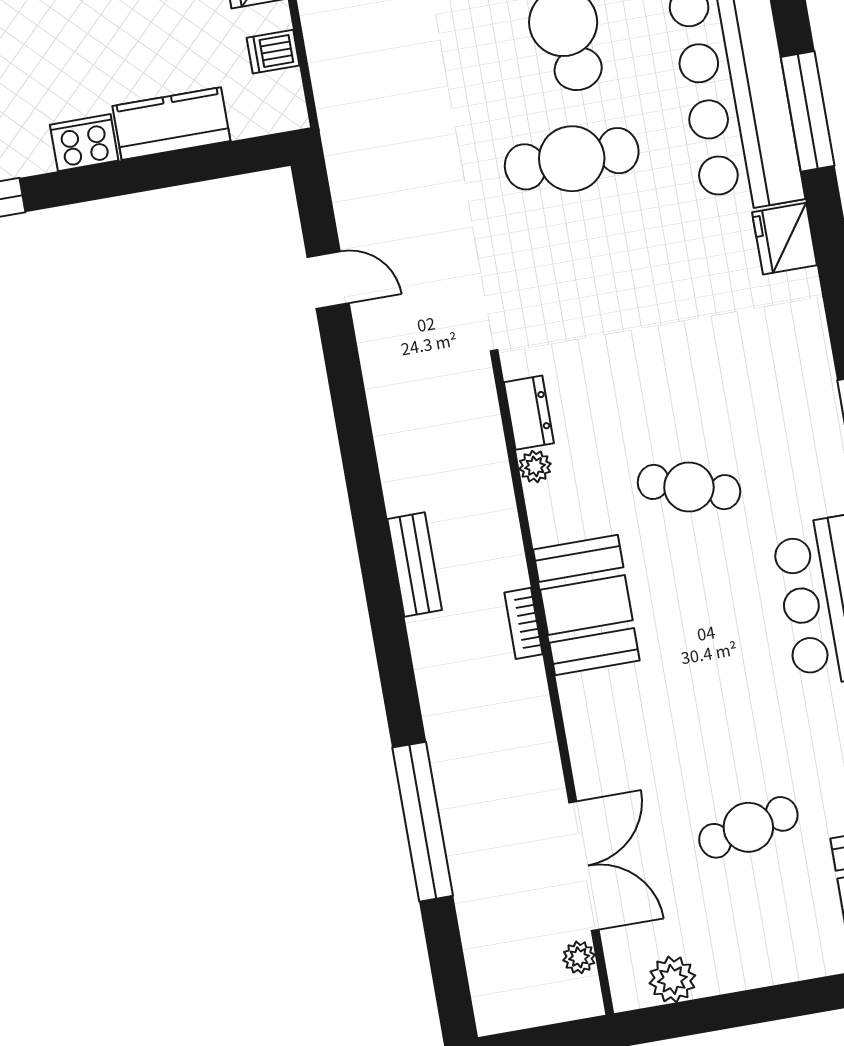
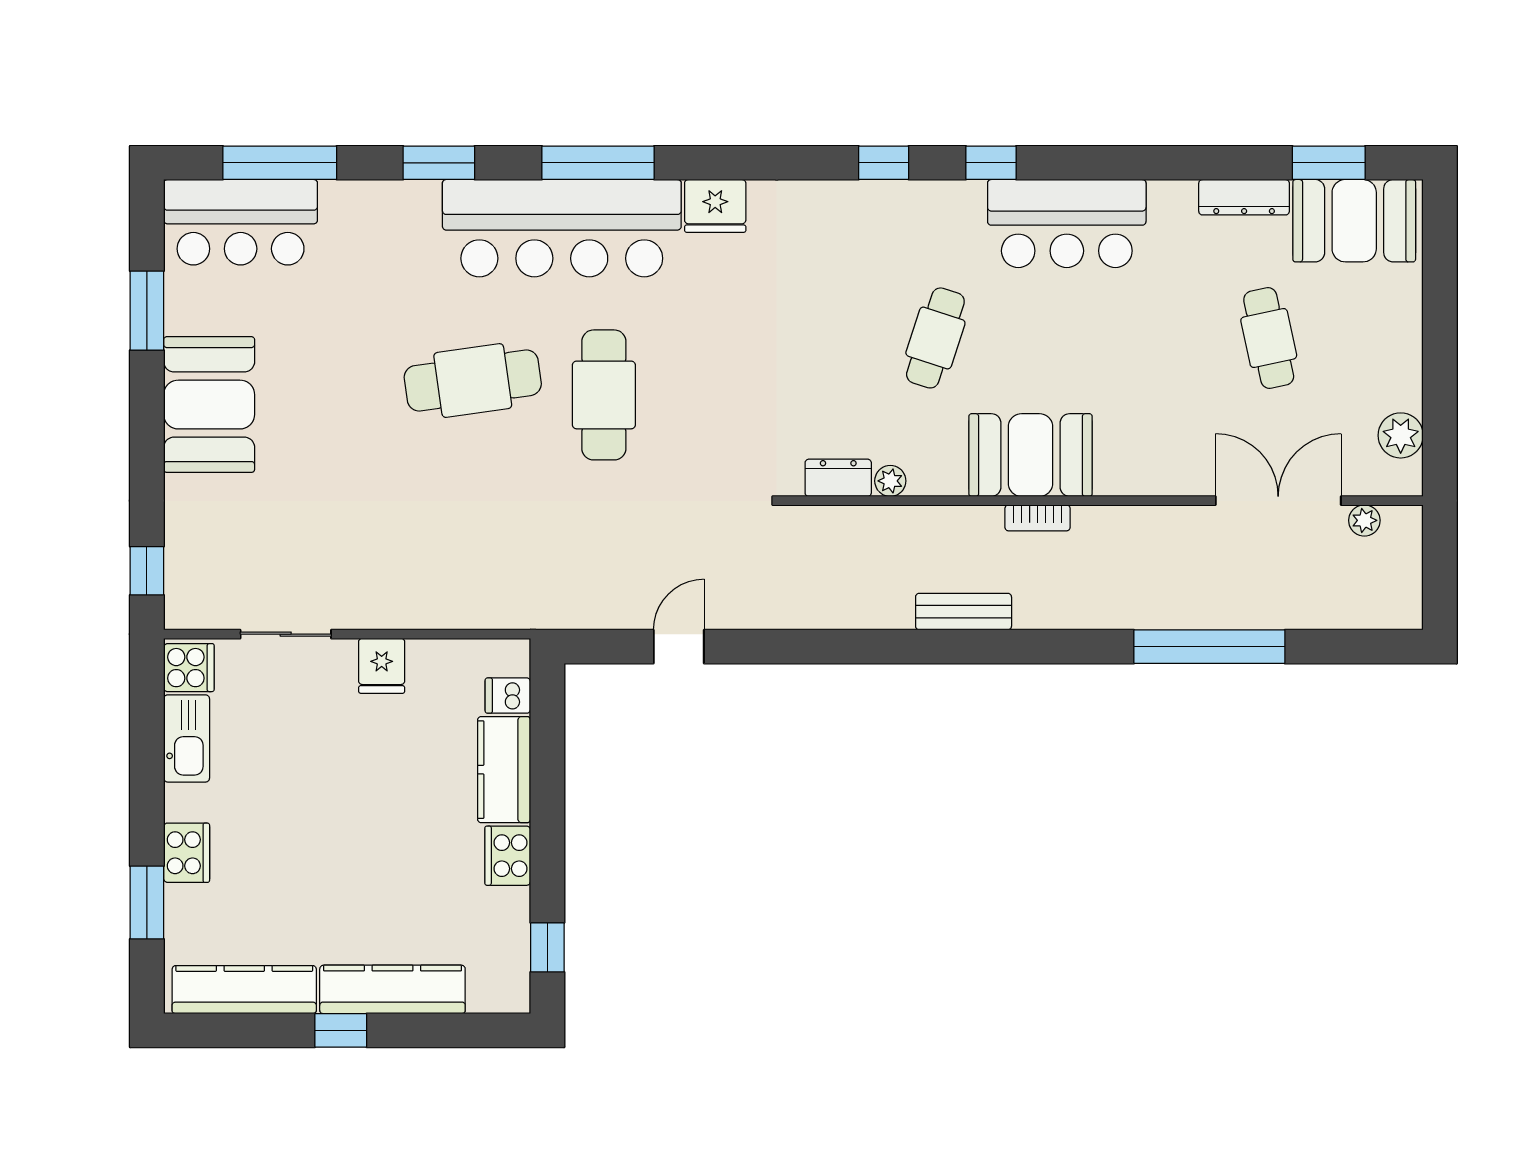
dishwasher: (273, 52) -> (508, 696), moved, turned 90

